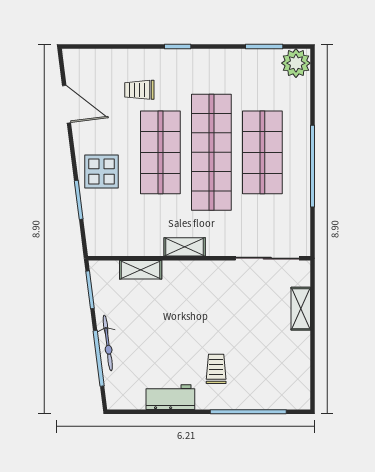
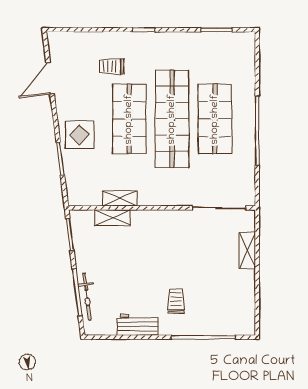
plant: (296, 63) -> (243, 44), removed
door: (67, 104) -> (50, 78), swing flipped
shelving: (185, 247) -> (120, 198), moved
bicycle: (108, 343) -> (87, 297), moved

